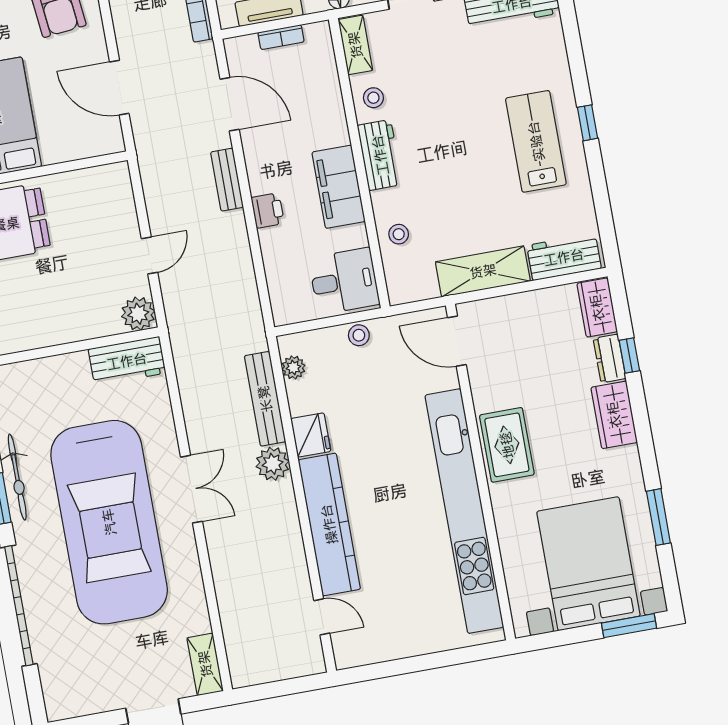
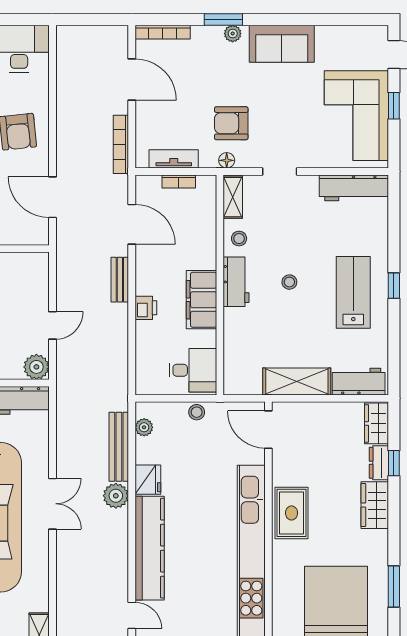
stool: (399, 234) -> (289, 282), moved

